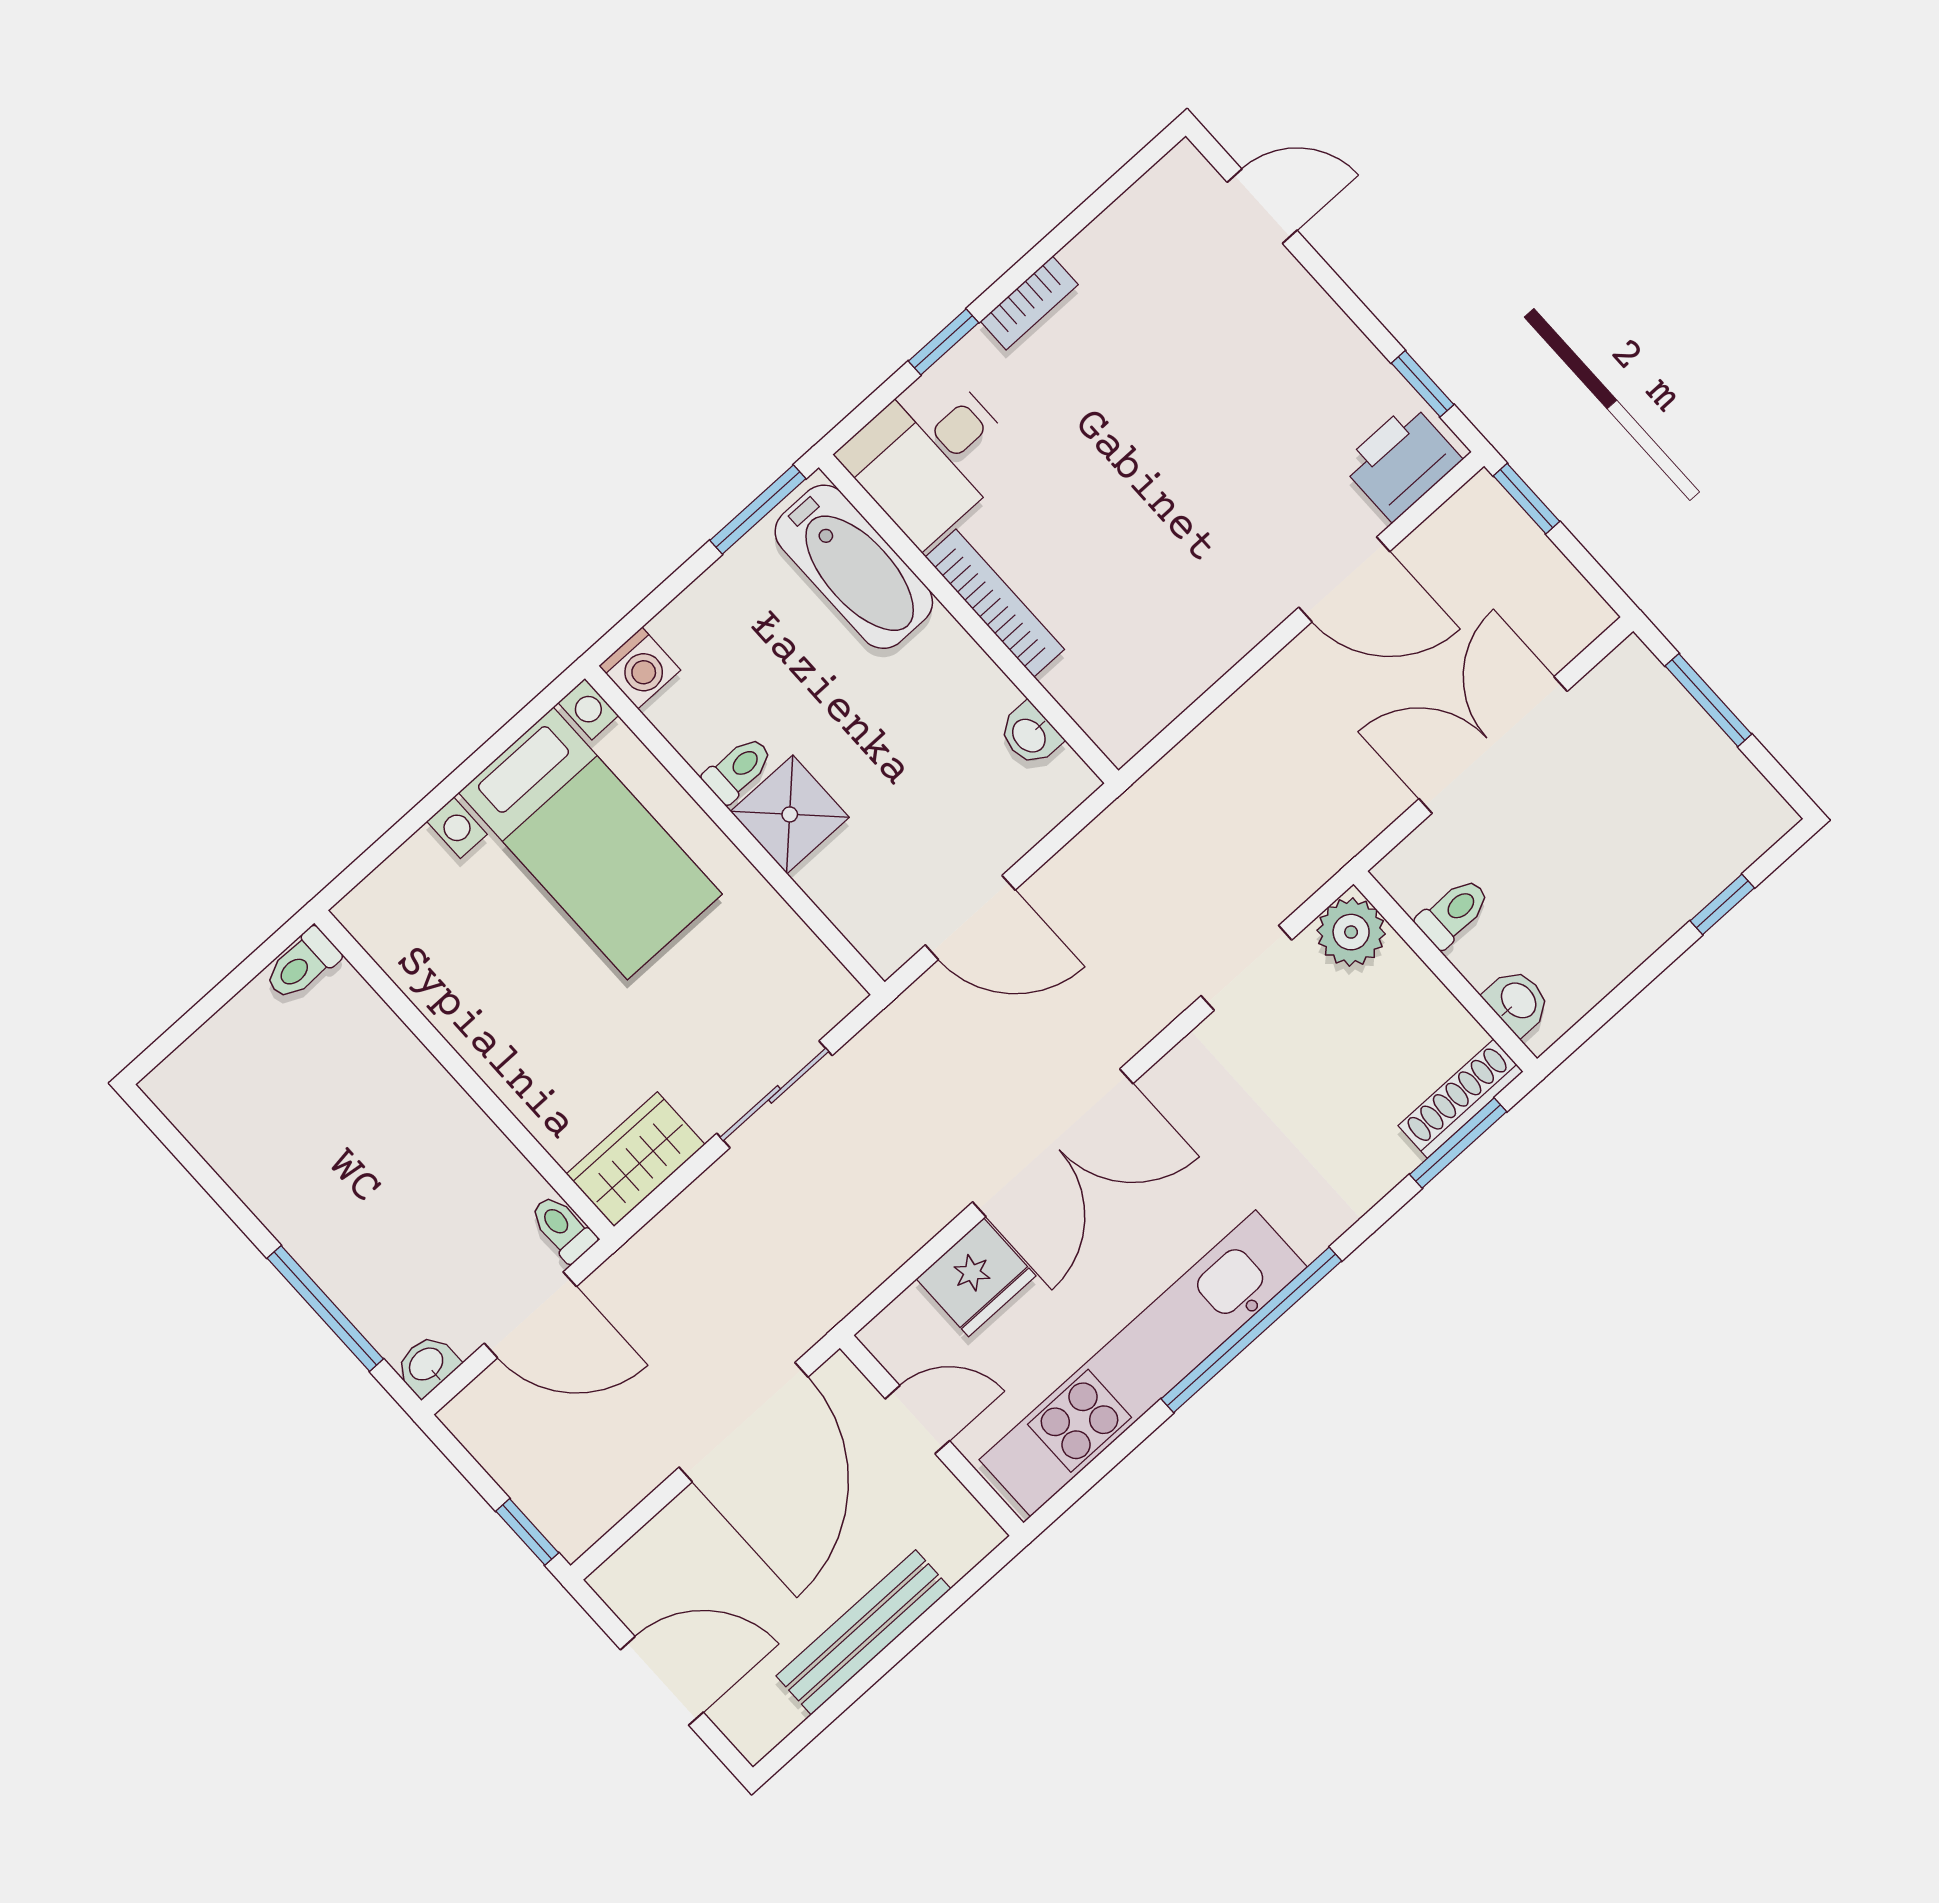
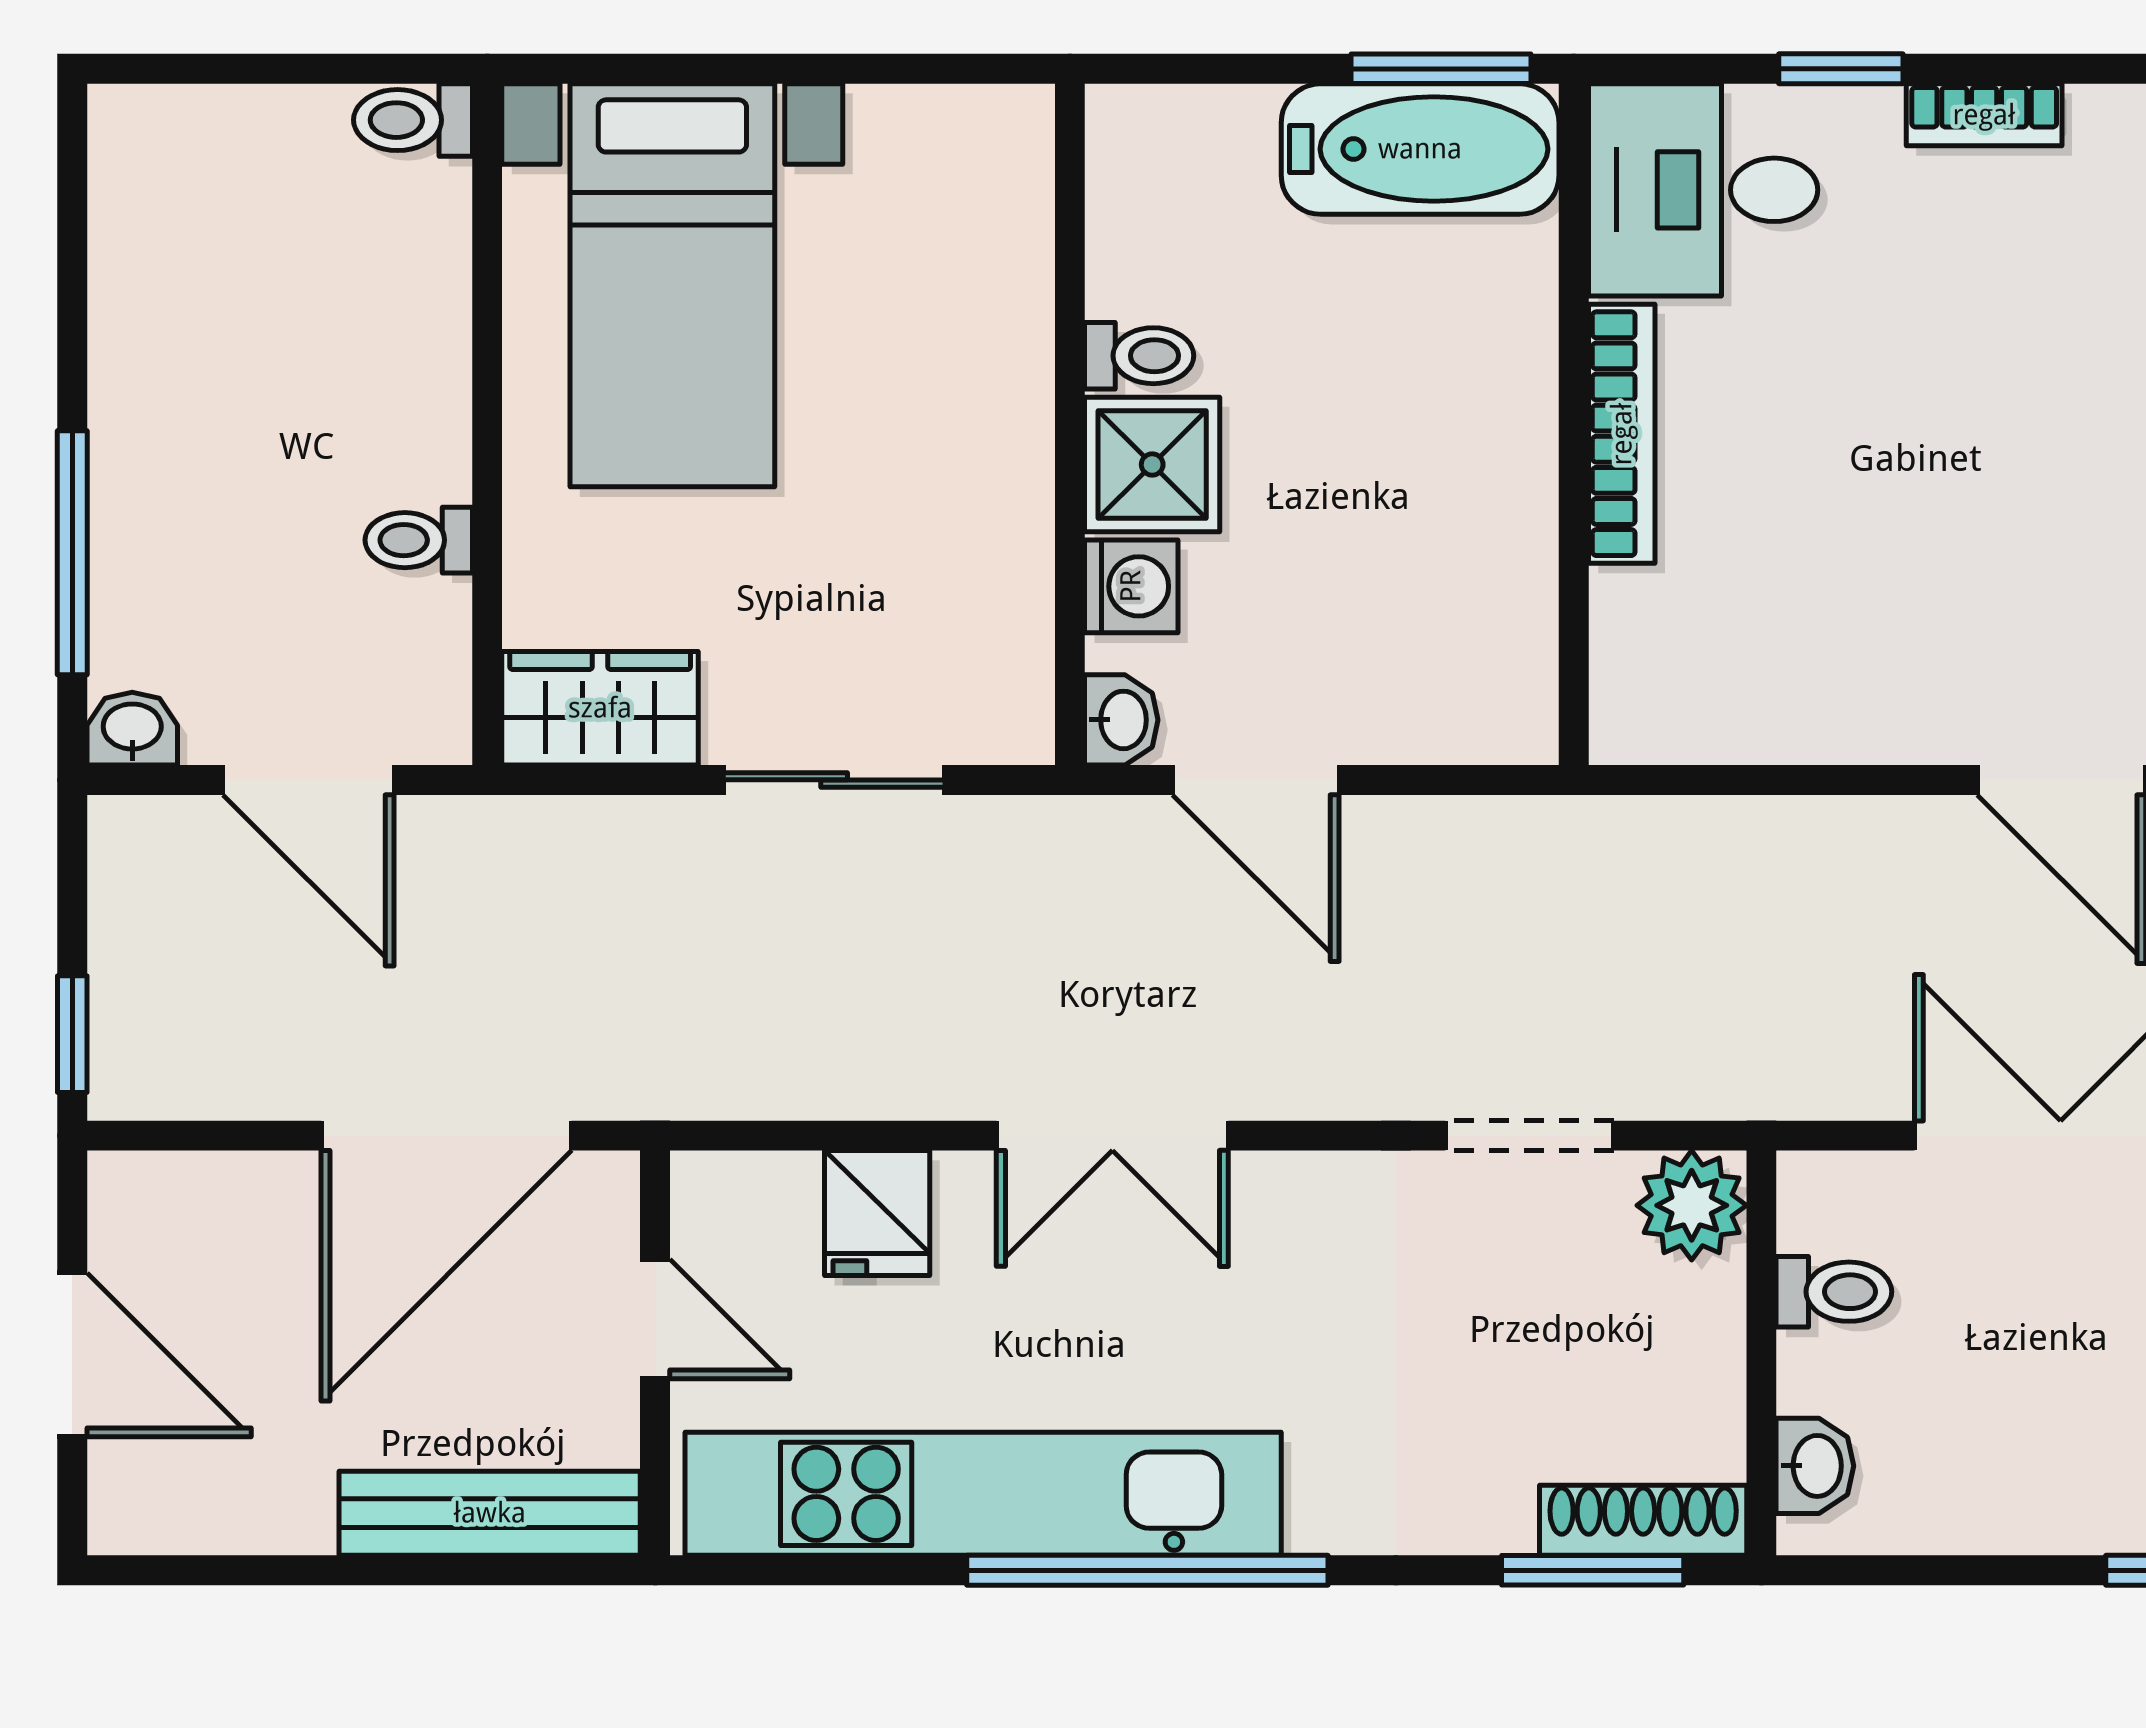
bathtub: (854, 567) -> (1420, 149), moved, turned -90
washing machine: (640, 668) -> (1131, 586), moved, turned -90
washbasin: (1030, 735) -> (1121, 720), moved, turned 180
bed with nightstands: (590, 843) -> (672, 285), moved
double door: (1053, 1143) -> (1112, 1136), width x0.73
toilet: (562, 1228) -> (419, 540), moved, turned -90
fridge: (976, 1277) -> (877, 1213), width x0.72
bench: (863, 1632) -> (490, 1513), moved

